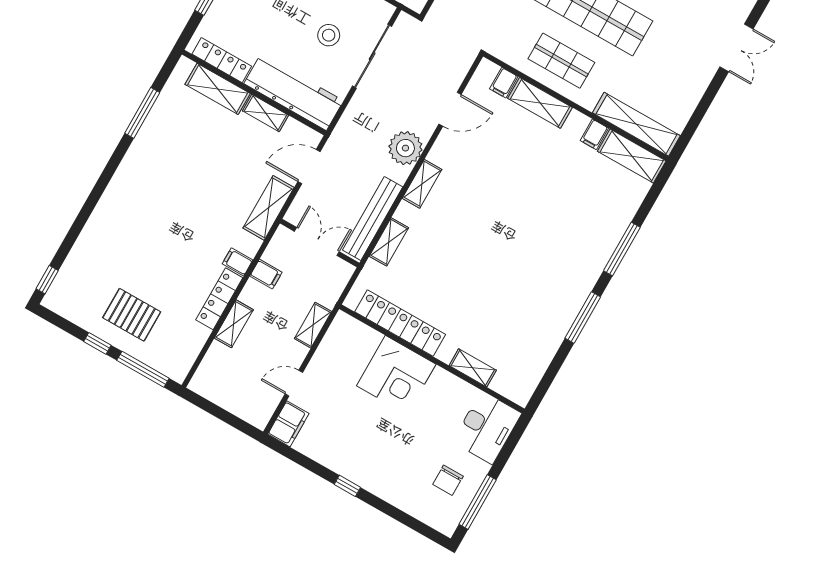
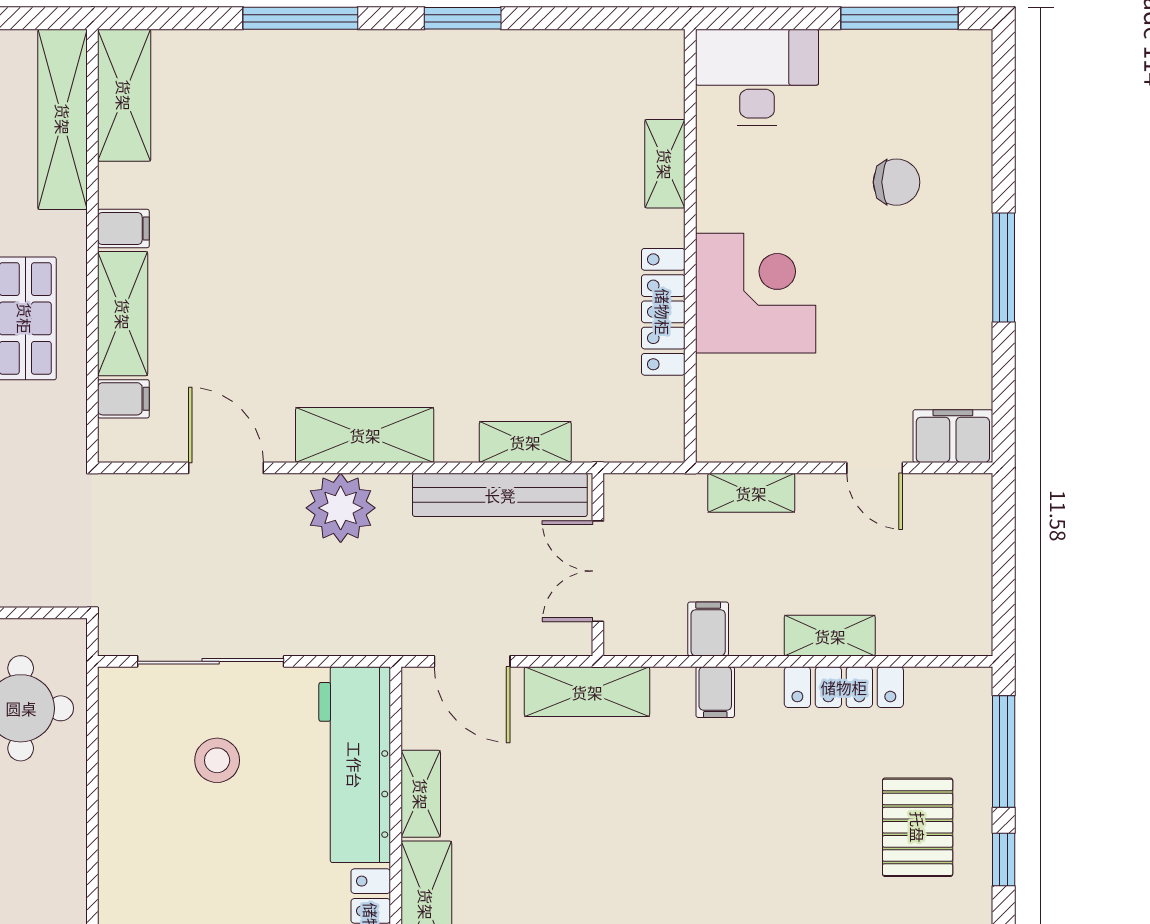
filing cabinet: (594, 134) -> (123, 229), moved
shelving: (422, 184) -> (365, 435), width x1.50, depth x1.33
locker: (219, 299) -> (844, 687), moved
window: (583, 318) -> (463, 18), width x0.69
locker: (400, 323) -> (663, 312), width x0.71, depth x0.83
chair: (448, 480) -> (896, 182), moved
window: (347, 486) -> (1004, 267), width x2.17

